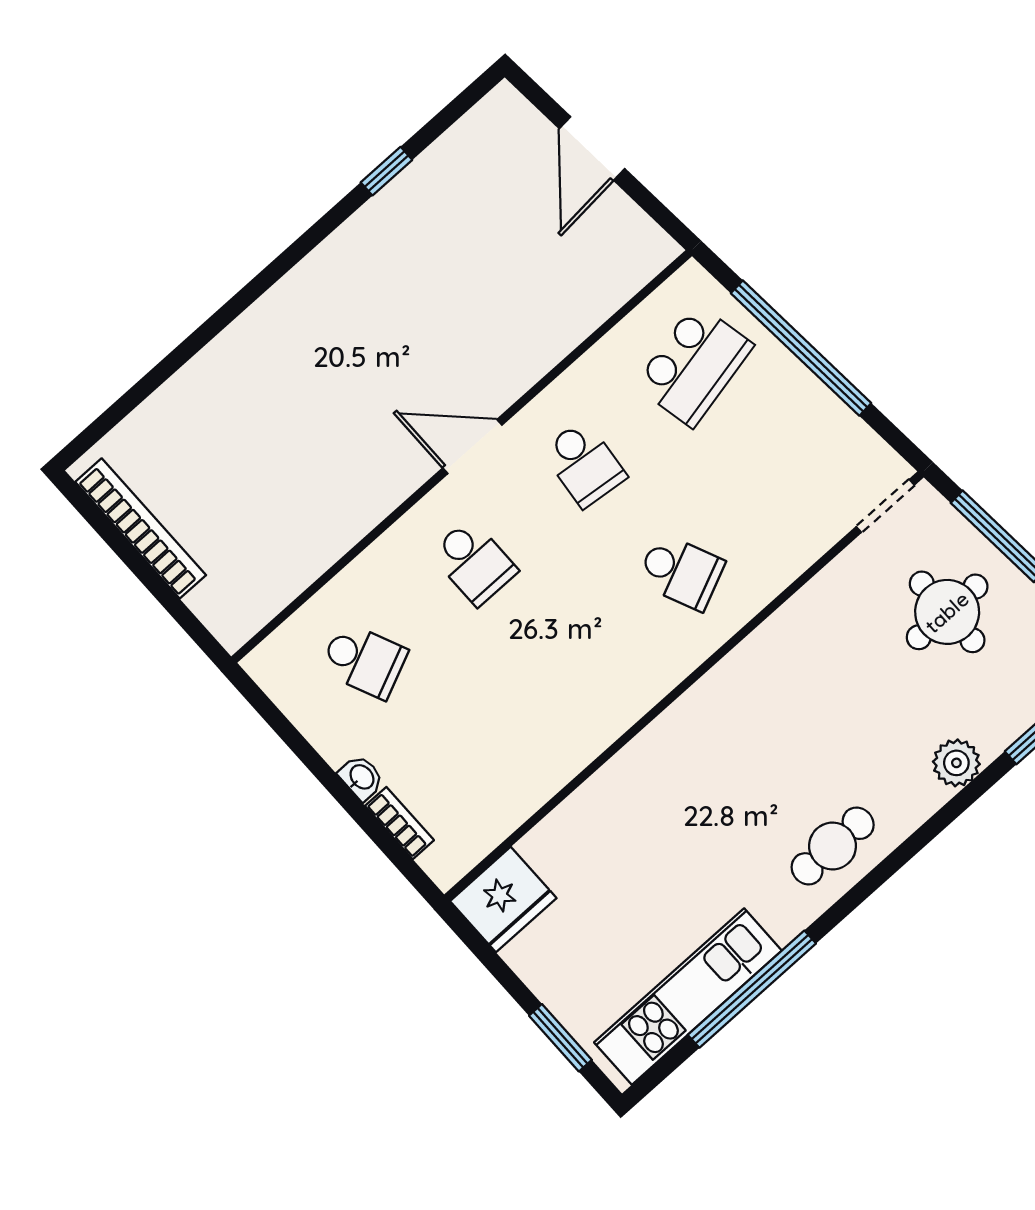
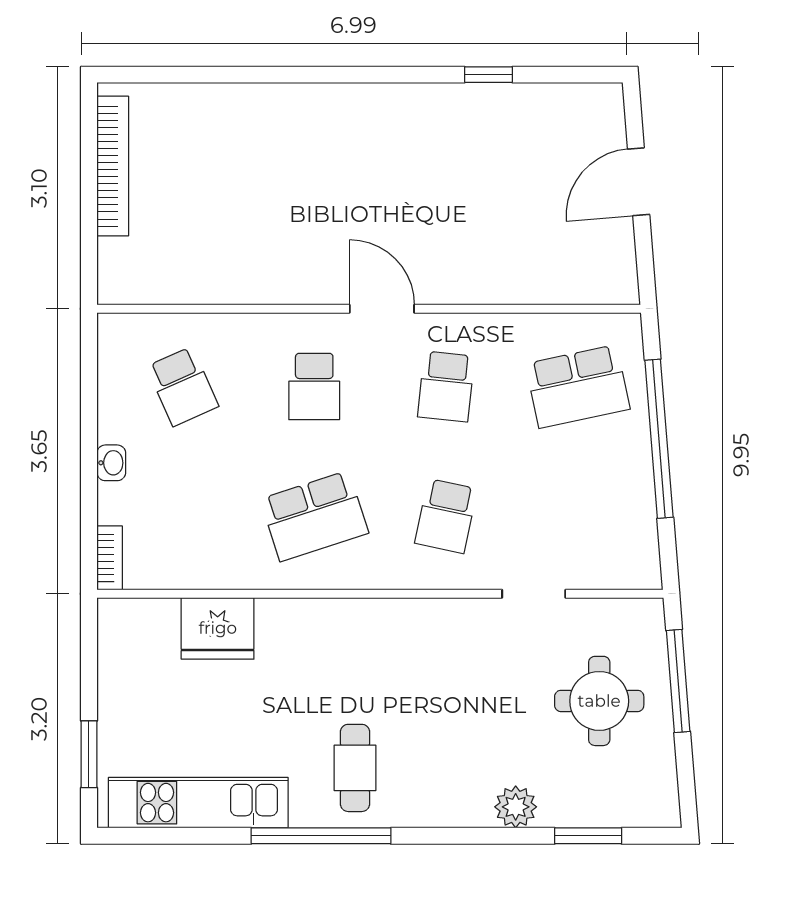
doorway: (885, 506) -> (534, 594), moved
school desk: (681, 572) -> (446, 516), turned 36
school desk: (571, 670) -> (314, 516), added
bookcase: (399, 823) -> (110, 558), moved
cafe table: (833, 846) -> (355, 768), moved, turned 90
fridge: (503, 900) -> (218, 628), moved
window: (752, 989) -> (321, 836), moved

